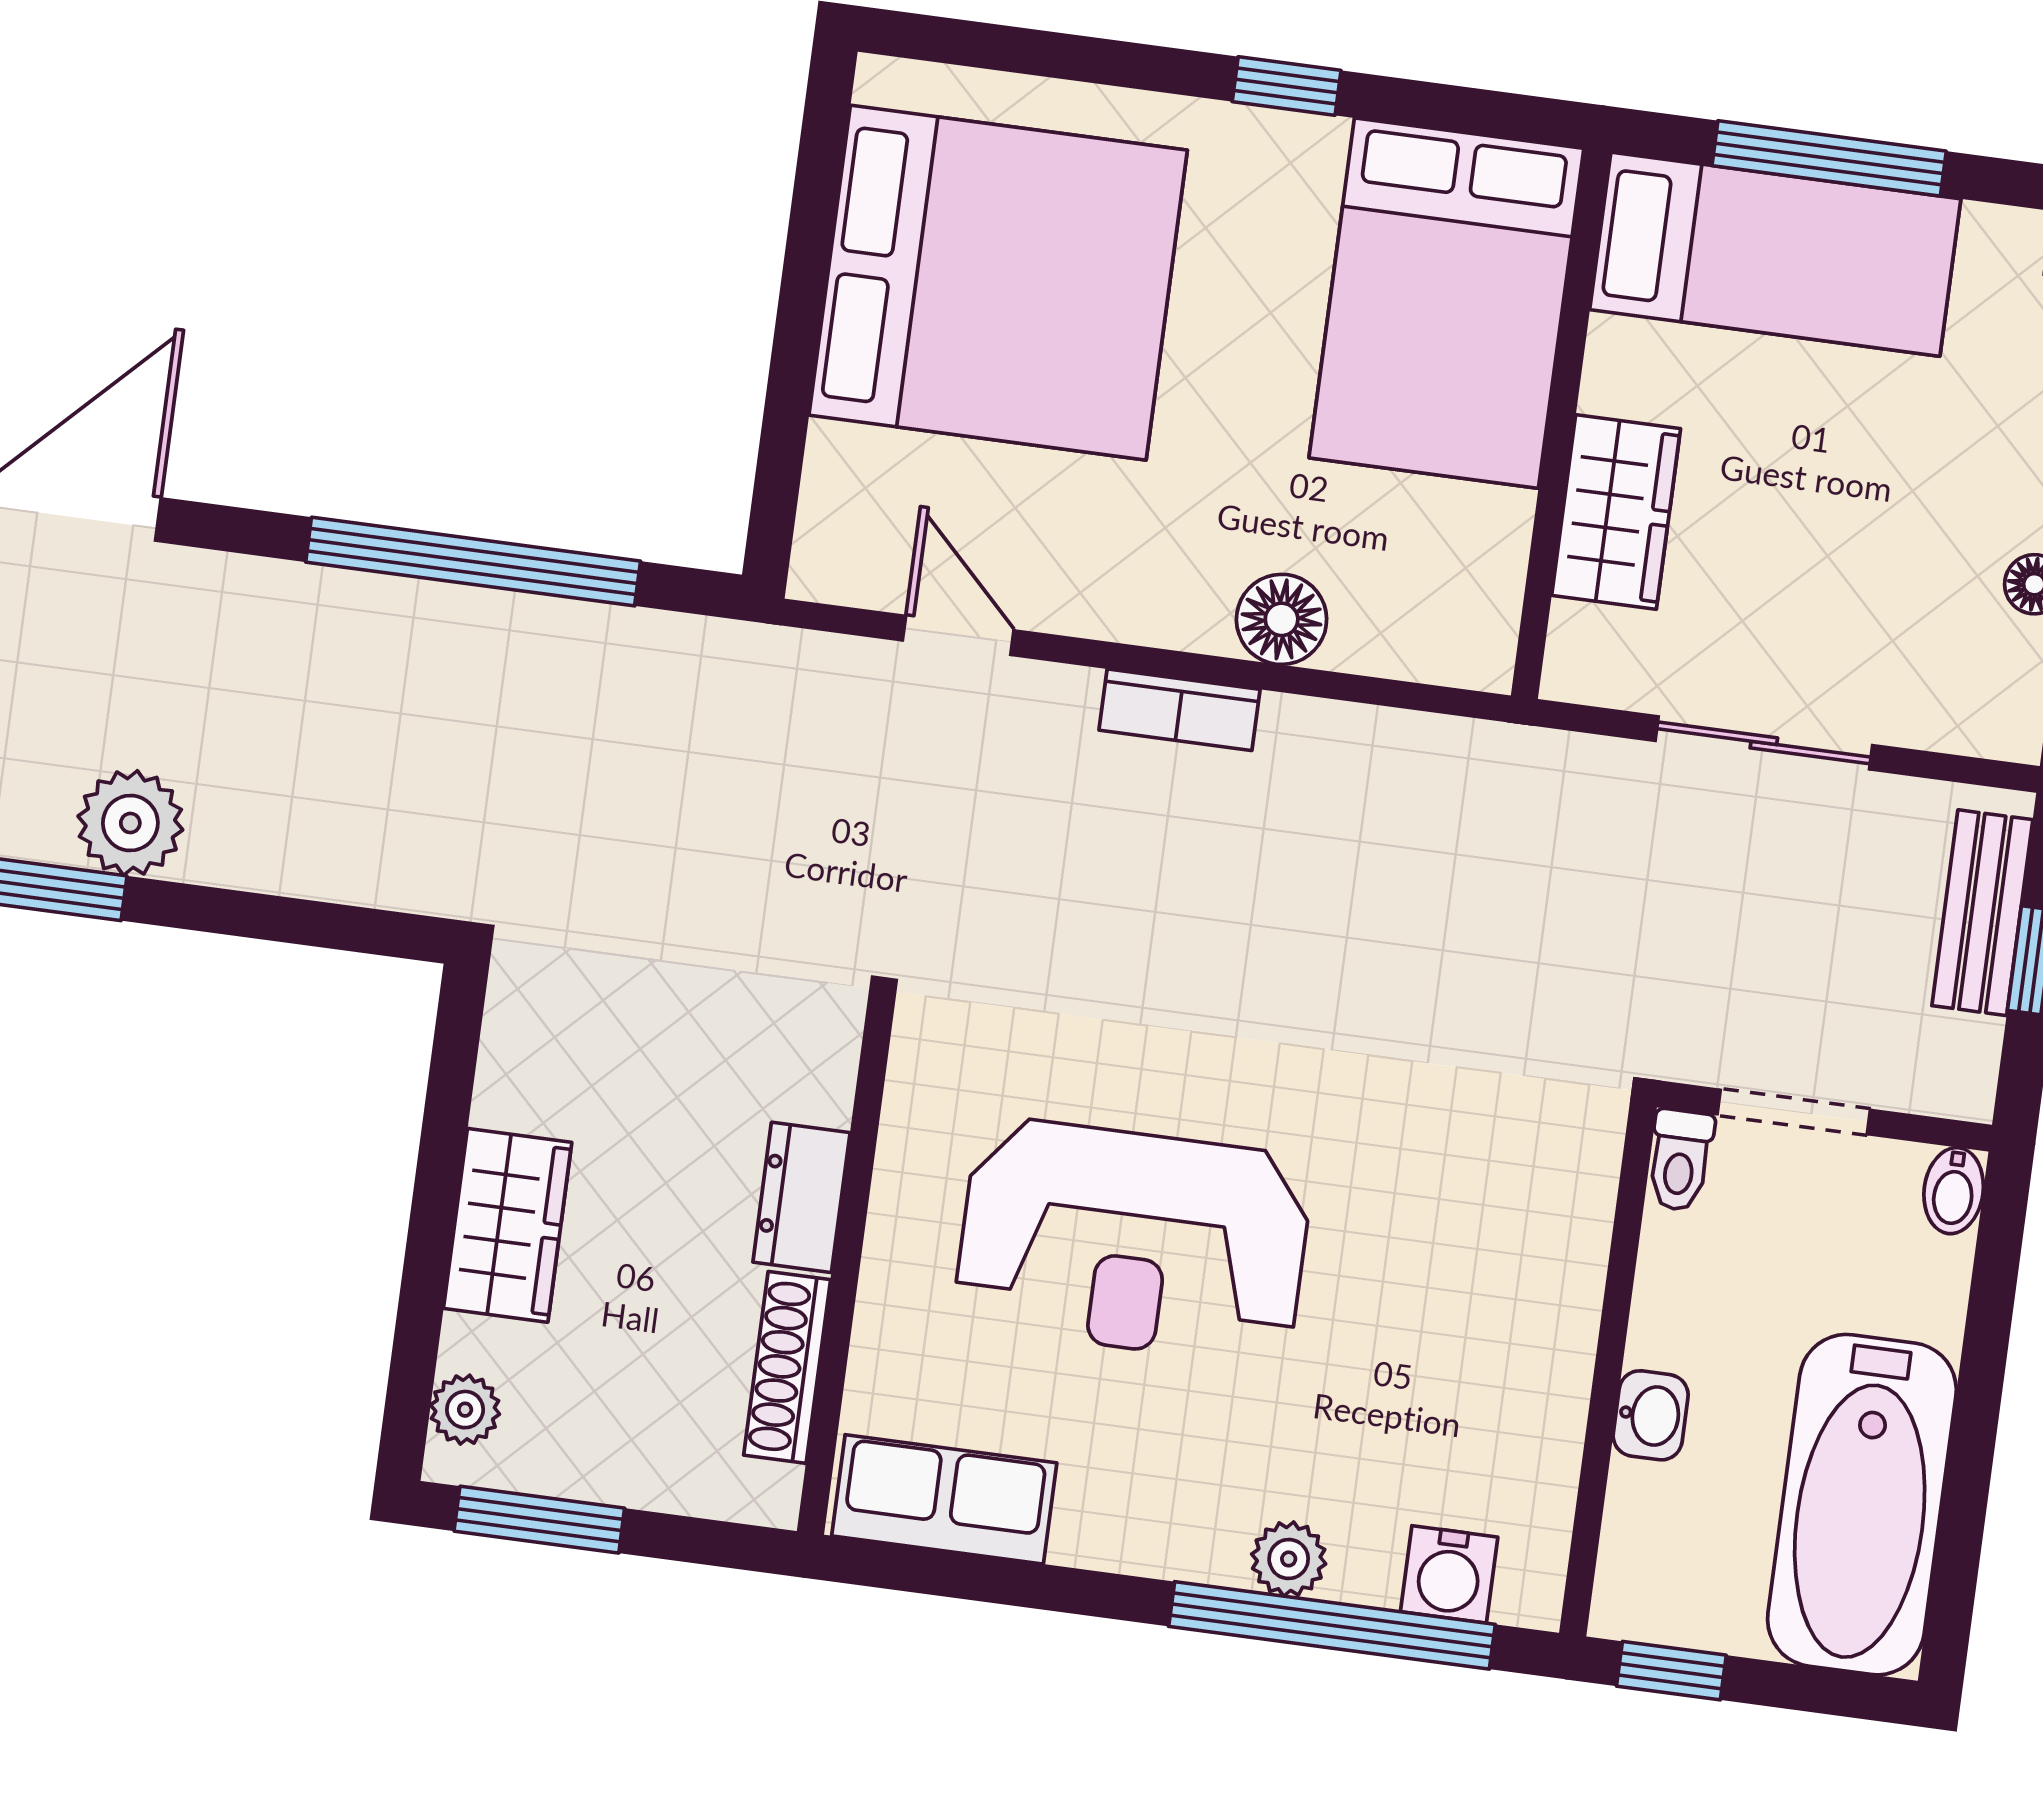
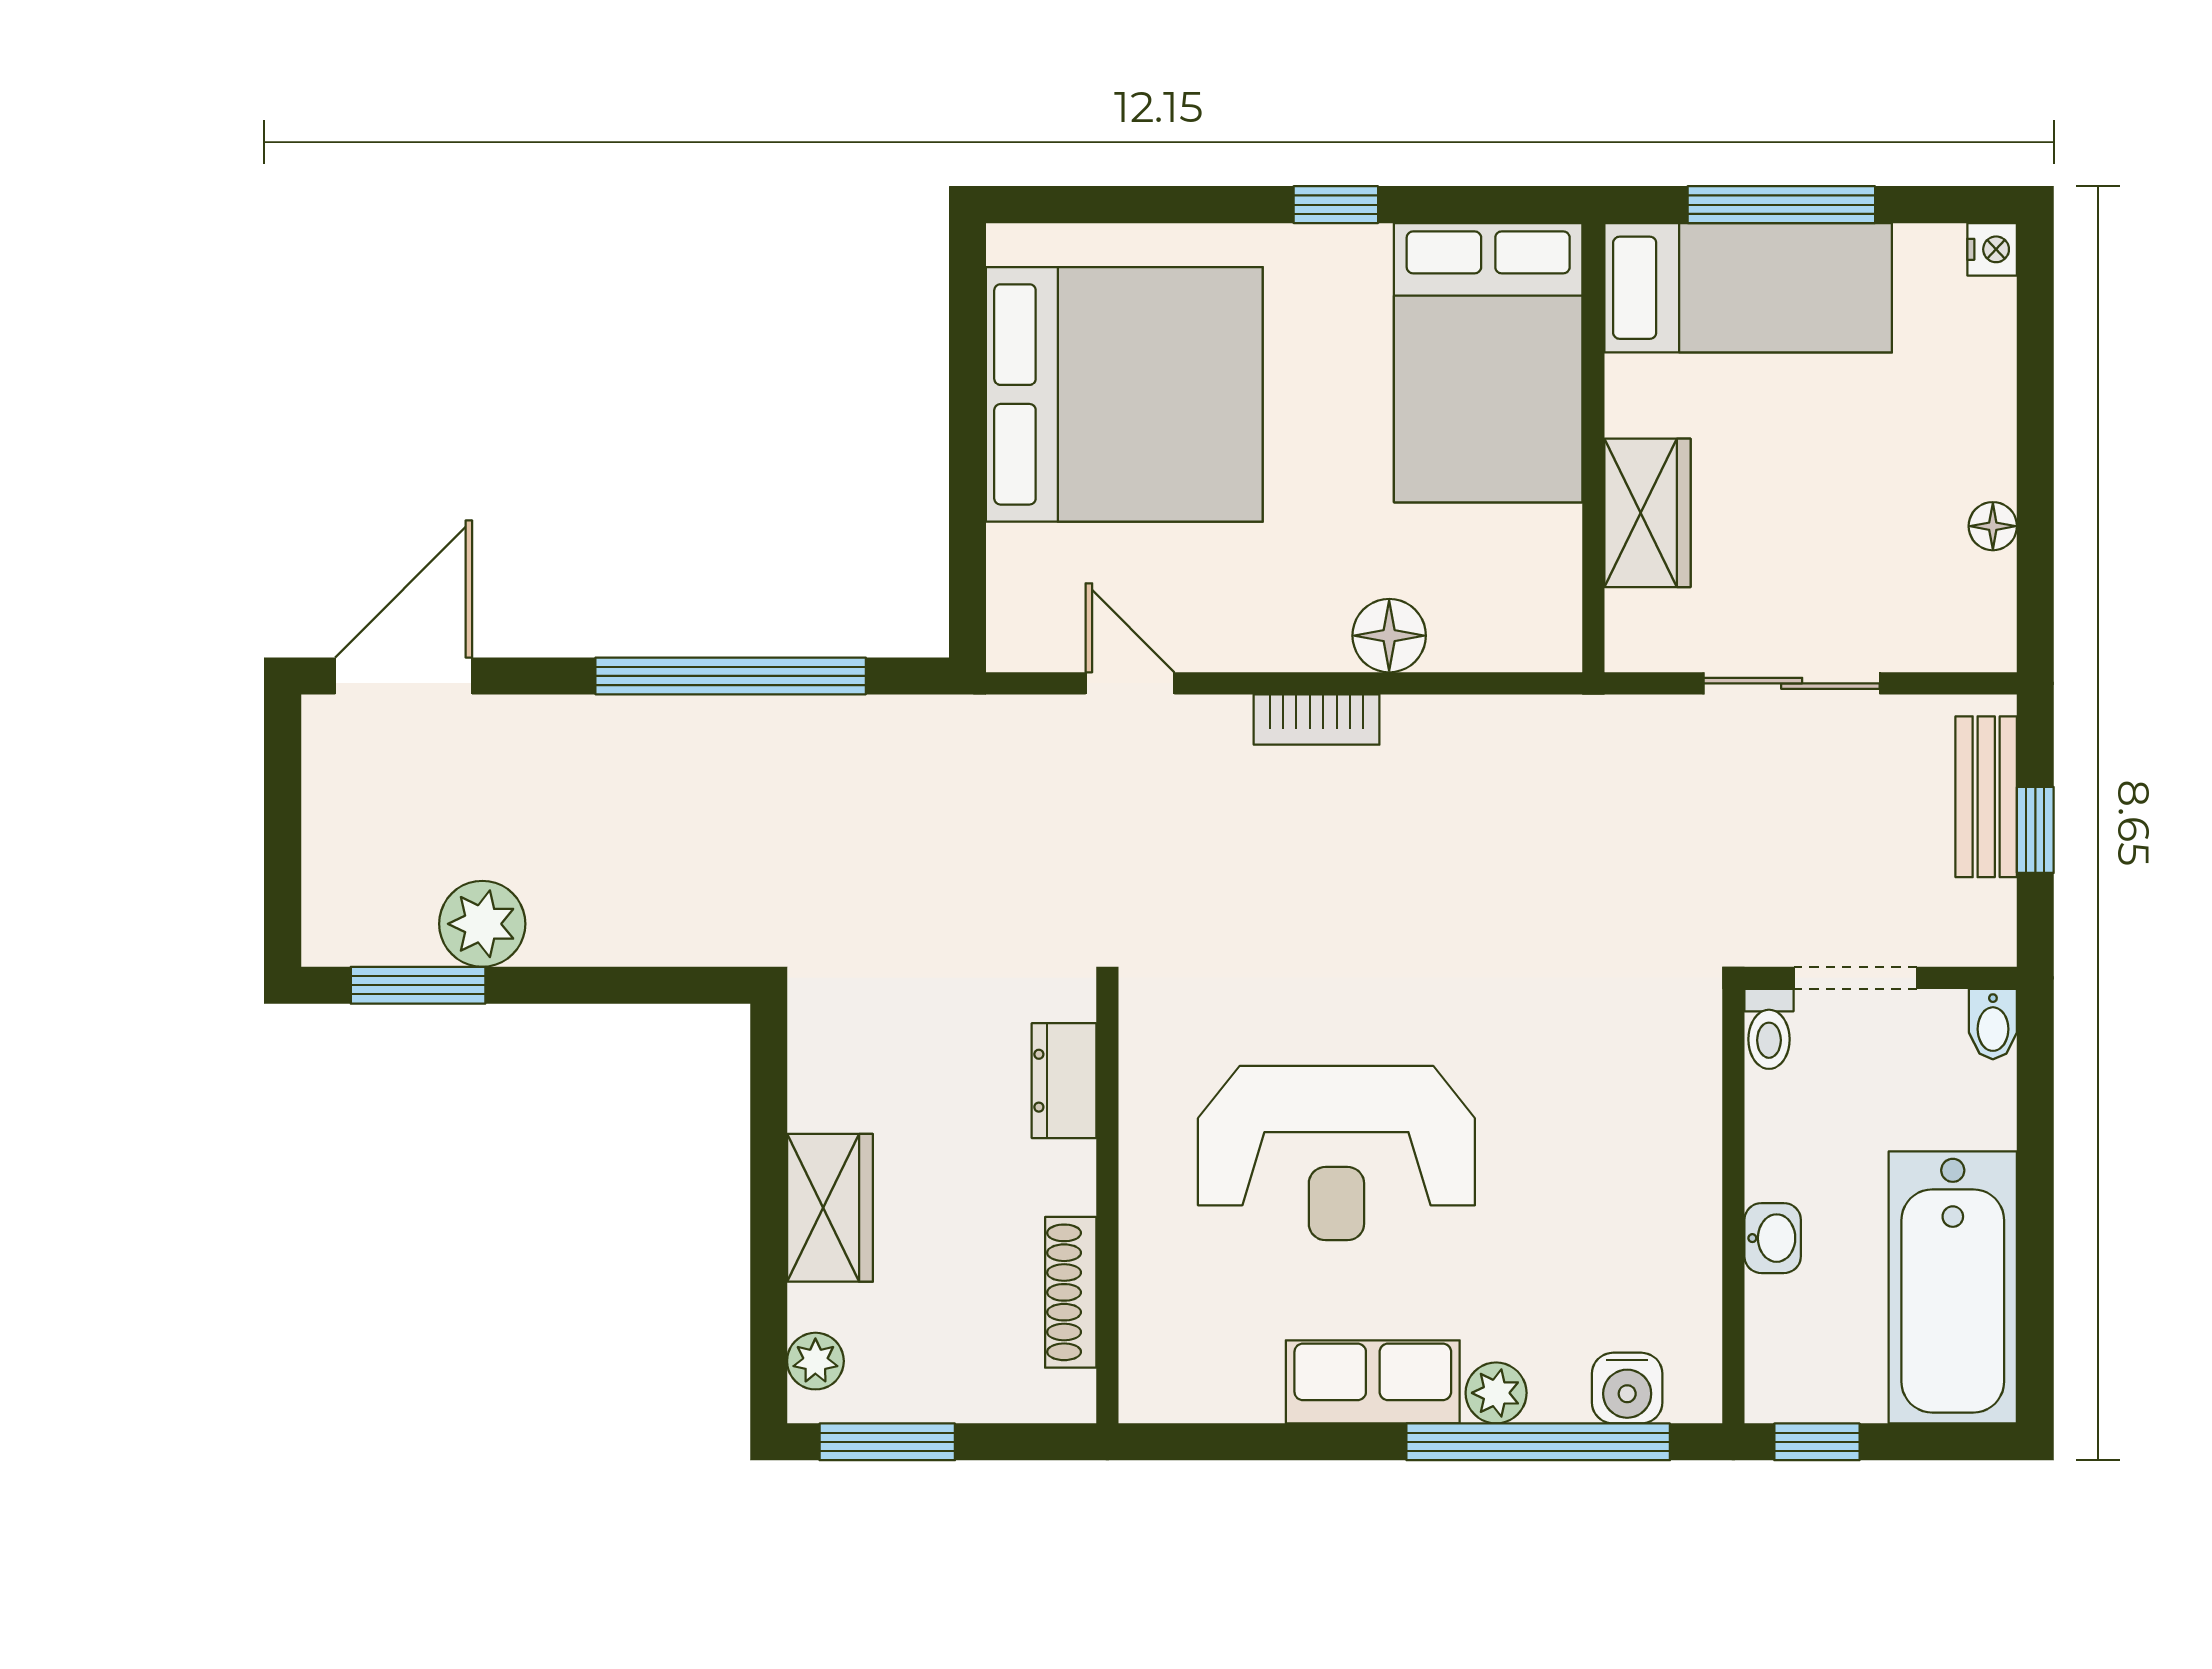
dresser: (801, 1197) -> (1064, 1081), moved
row of seats: (944, 1499) -> (1373, 1382), moved

